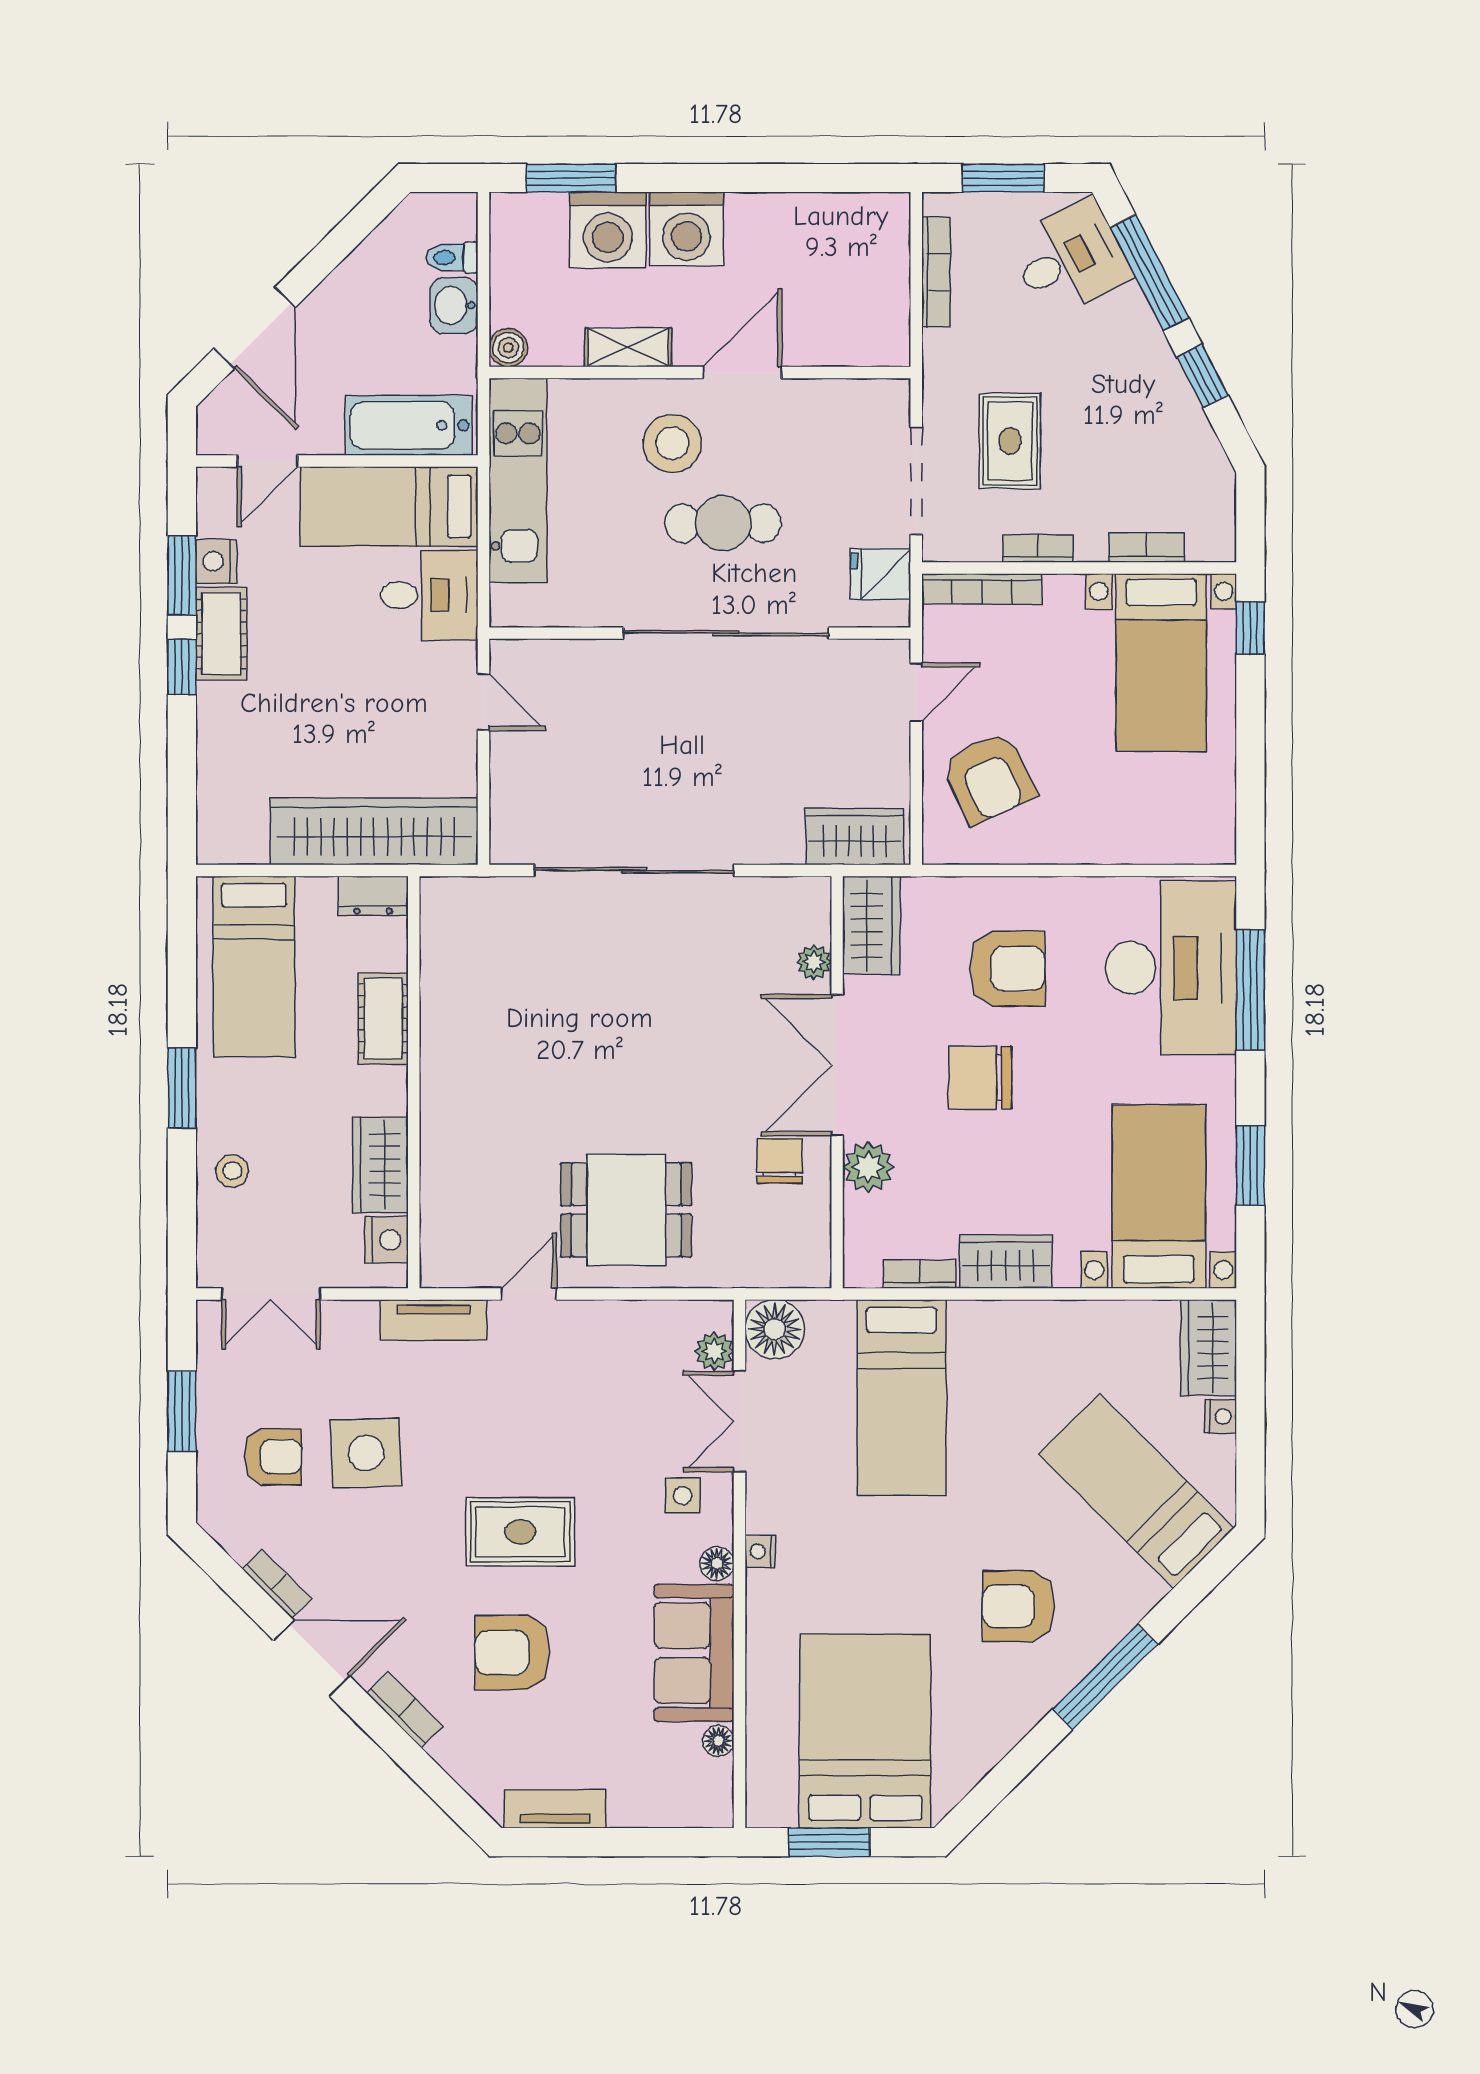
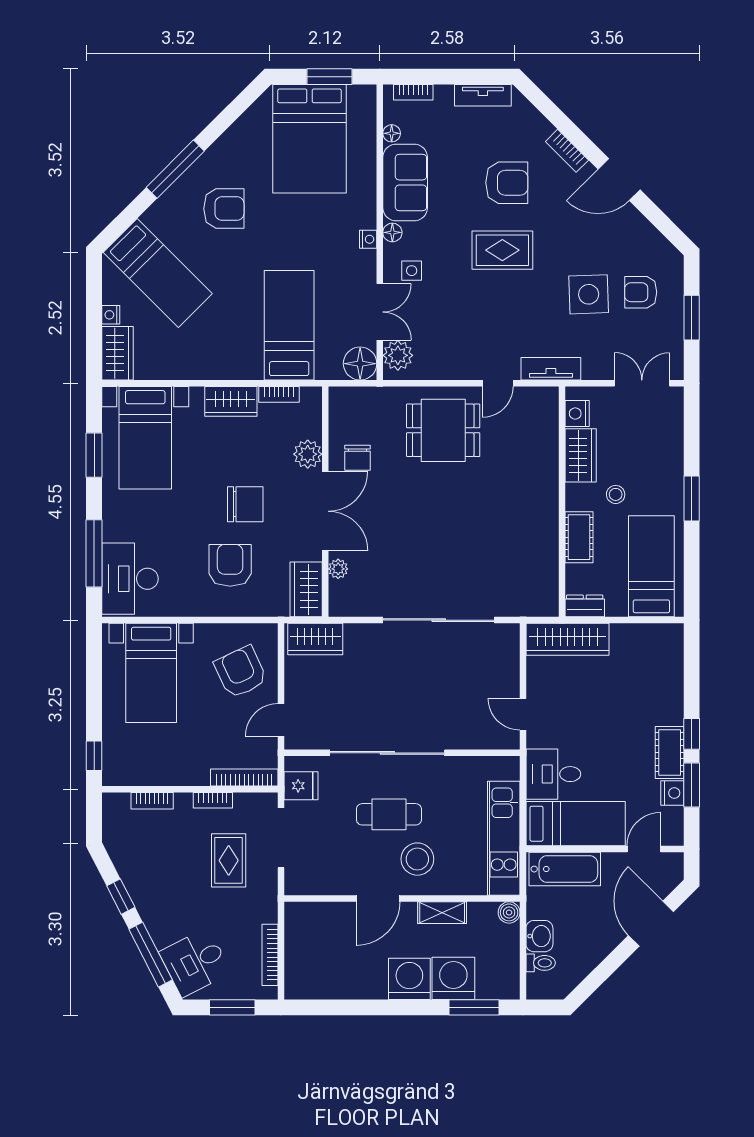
bed with nightstands: (1161, 663) -> (151, 673), moved, turned 180
wardrobe: (374, 831) -> (568, 639), width x0.71, depth x0.85
desk: (1171, 968) -> (130, 579), width x0.73, depth x0.77
armchair: (1007, 969) -> (230, 565), turned 90
stool: (232, 1171) -> (616, 494), moved
plant: (714, 1351) -> (398, 355), width x1.38, depth x1.38
bookcase: (277, 1584) -> (413, 92), moved, turned -45

